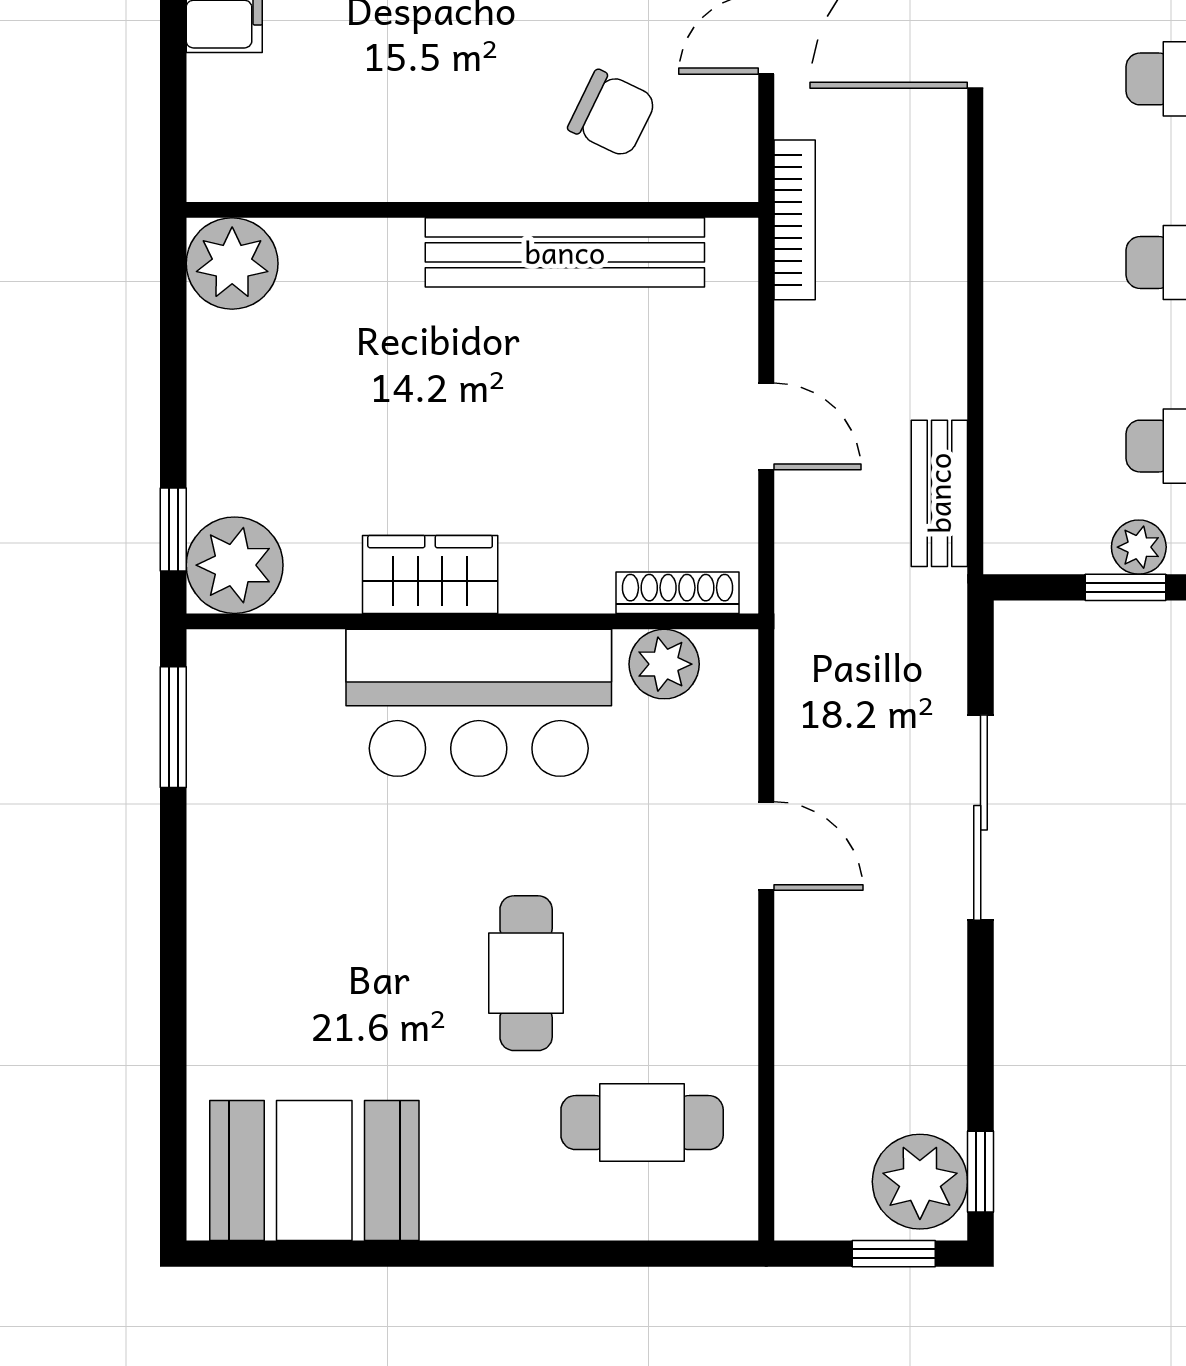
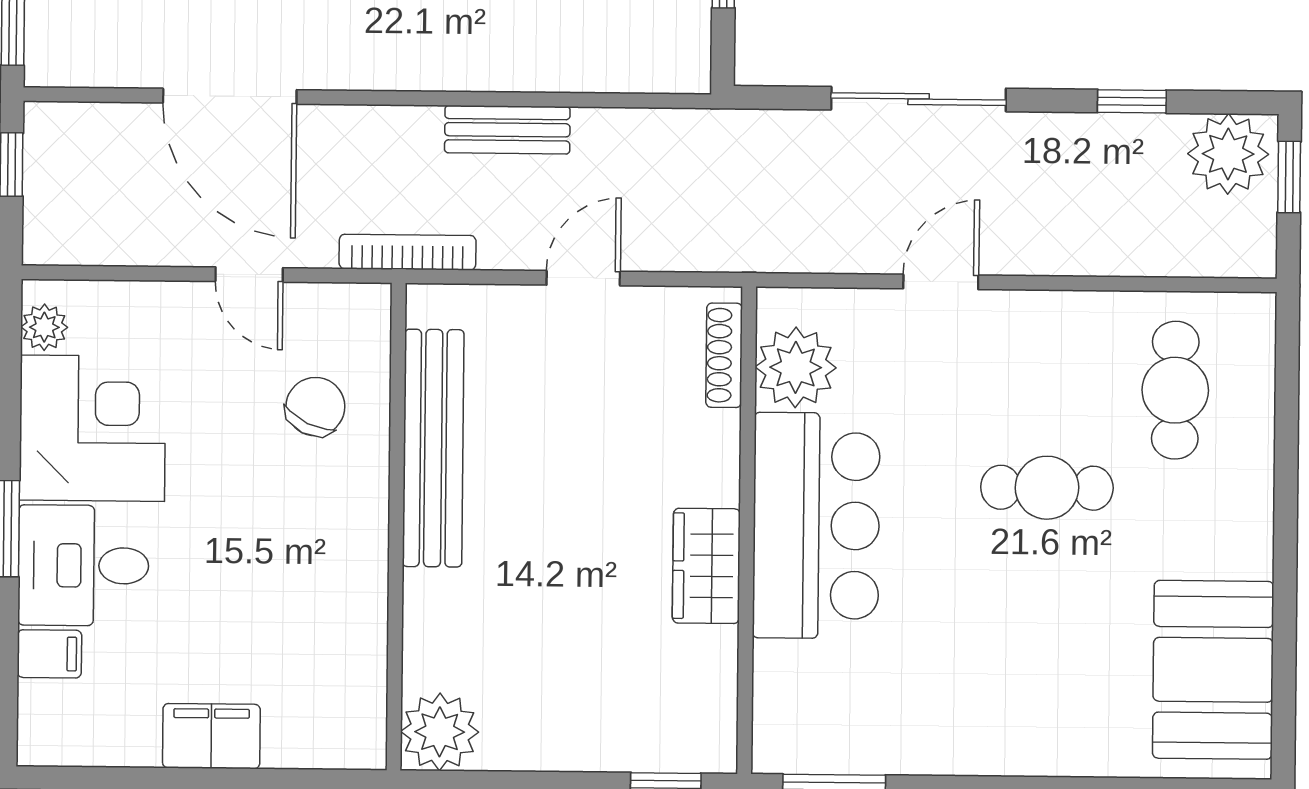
bench: (939, 493) -> (507, 130), moved
plant: (235, 565) -> (697, 732), removed
plant: (664, 664) -> (796, 367), width x1.36, depth x1.36
window: (981, 1172) -> (1132, 101), moved

